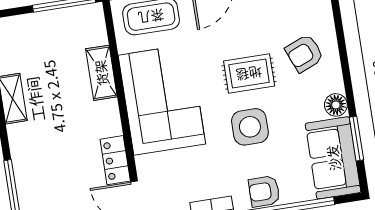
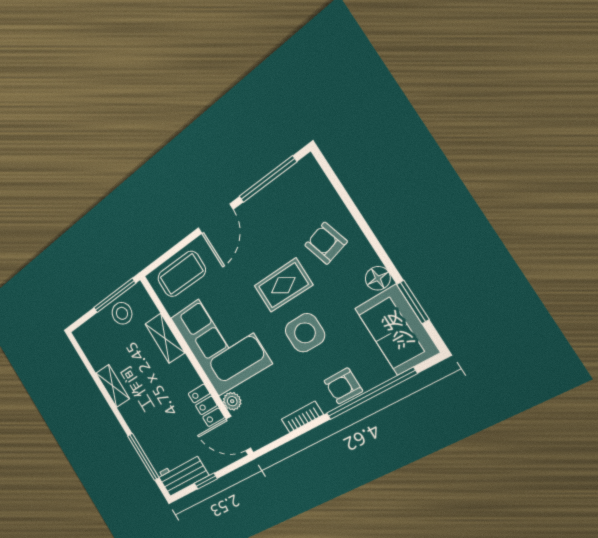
stool: (64, 26) -> (122, 313), added
armchair: (304, 53) -> (326, 243), turned 96
plant: (146, 166) -> (232, 401), added

